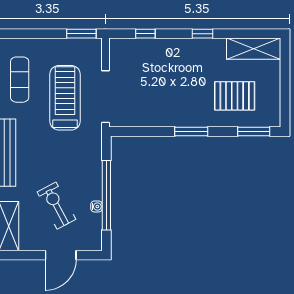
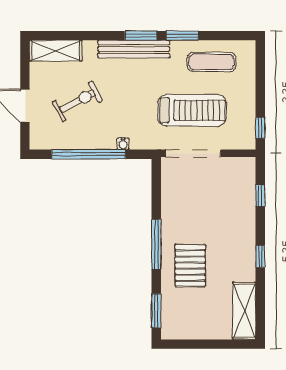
window: (81, 34) -> (260, 128), width x0.67
pallet: (235, 96) -> (190, 265), moved
window: (191, 131) -> (156, 244), width x1.44
water cooler: (96, 206) -> (123, 144), moved

